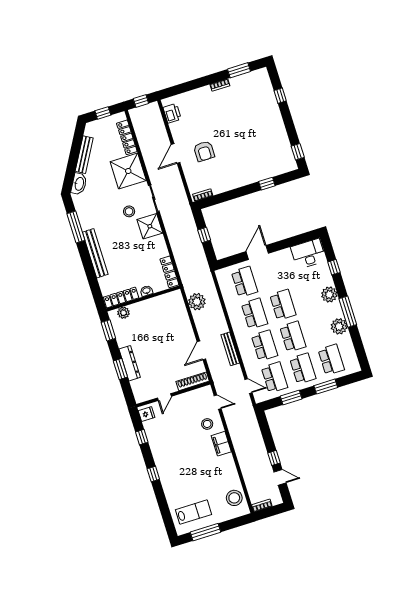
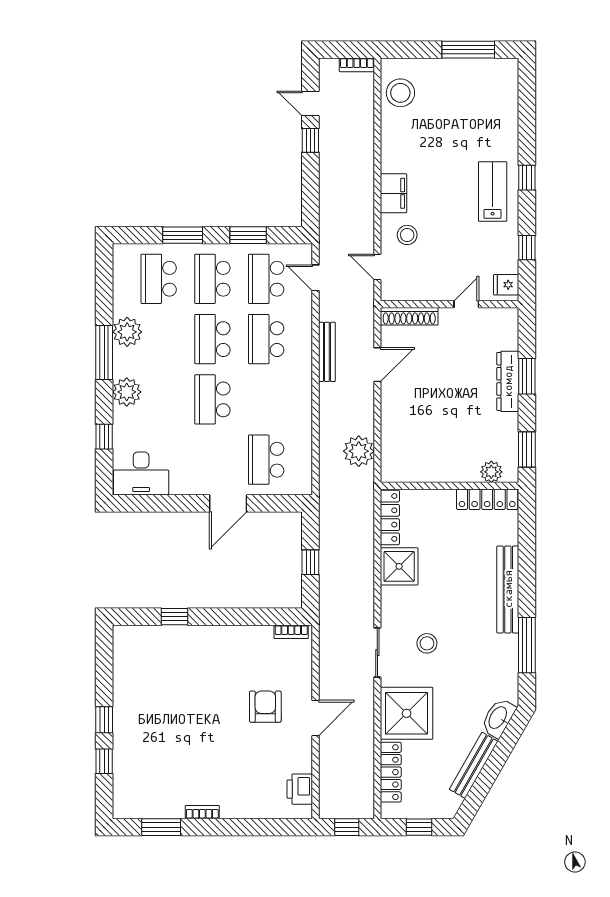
window: (298, 152) -> (104, 720), moved
shower: (150, 226) -> (399, 566), moved
washbasin: (146, 291) -> (440, 497), removed
school desk: (254, 314) -> (266, 399), removed
lab bench: (194, 512) -> (493, 191), moved, turned 90

